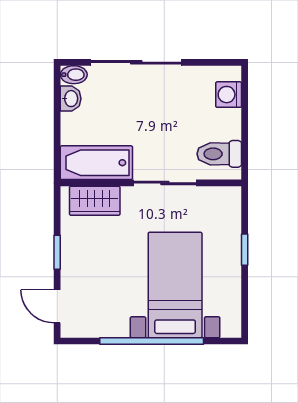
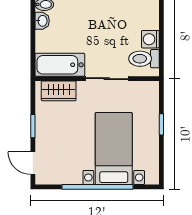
washing machine: (229, 95) -> (150, 39), moved

